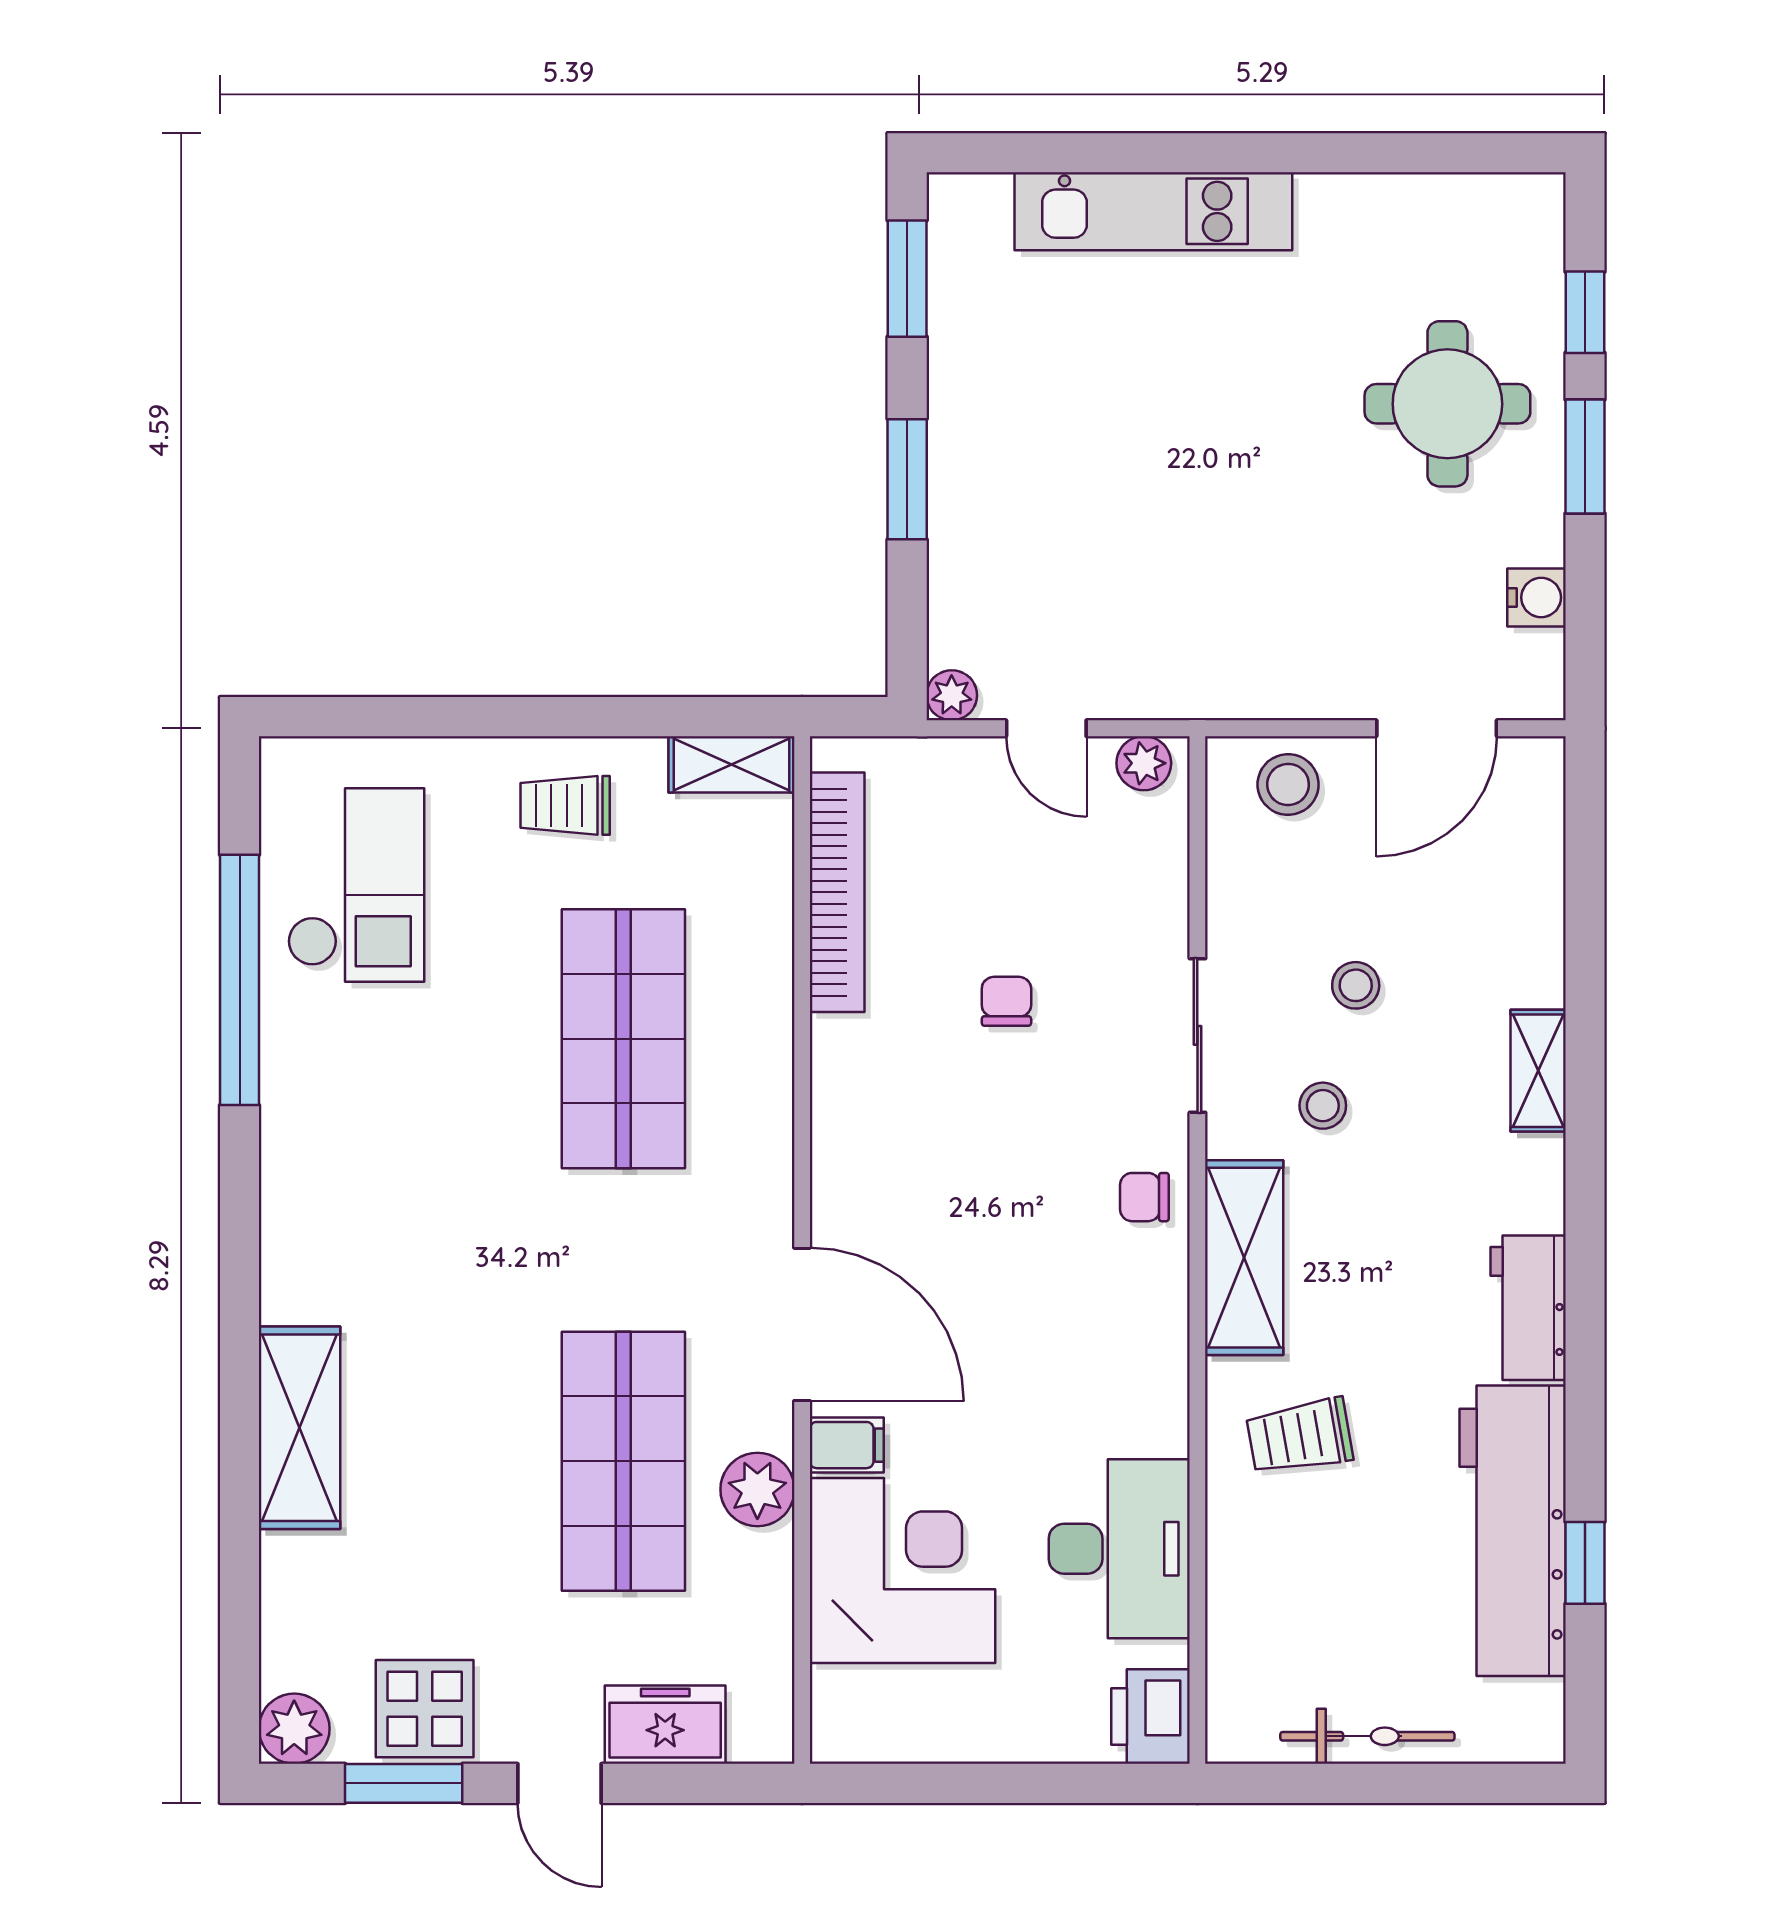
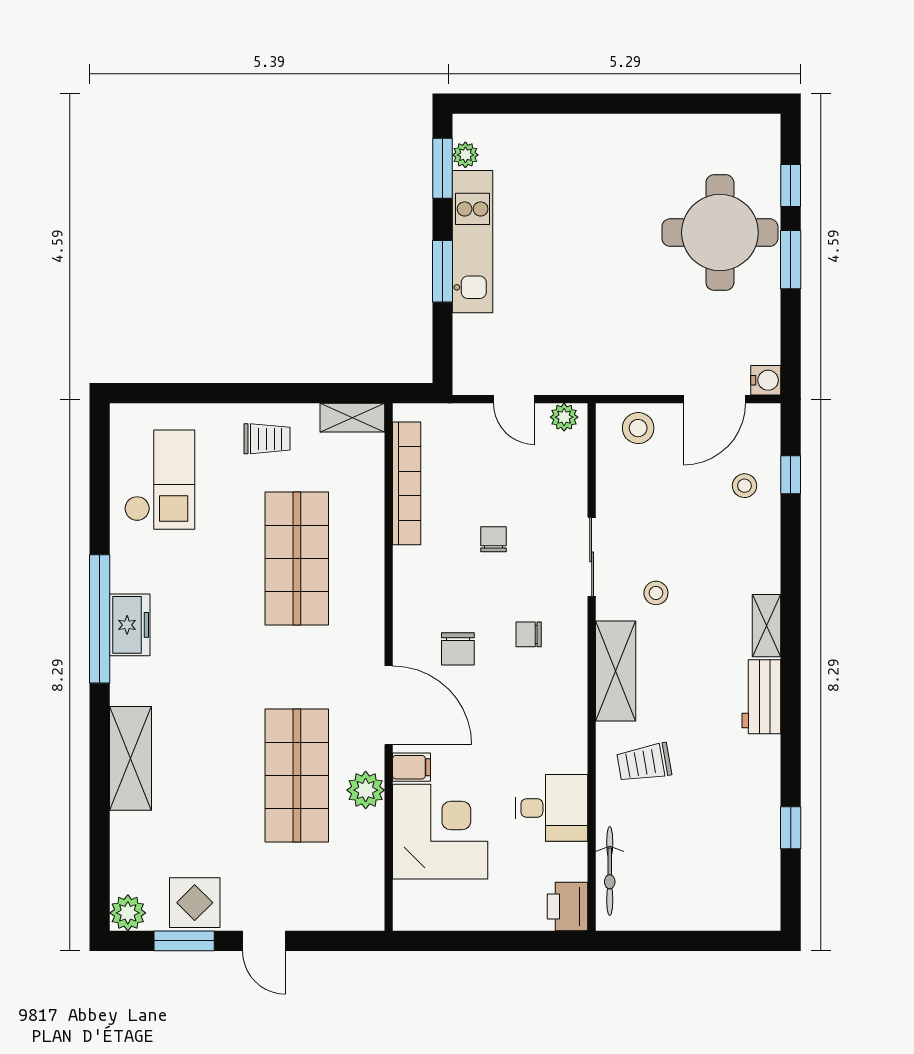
kitchen unit: (1153, 211) -> (473, 242), moved, turned -90
round table: (1447, 404) -> (720, 233), width x1.36, depth x1.36
water cooler: (1536, 597) -> (766, 380), moved
plant: (952, 695) -> (465, 155), moved
trolley: (565, 805) -> (267, 439), turned 180
window: (1585, 875) -> (791, 475), added
window: (240, 980) -> (100, 619), moved
stool: (1356, 985) -> (745, 486), moved
shelving: (1538, 1071) -> (767, 626), moved
chair: (1144, 1197) -> (529, 634), moved
chair: (937, 1215) -> (458, 649), added
workbench: (1513, 1531) -> (753, 811), removed
desk: (1119, 1549) -> (551, 808), width x0.73
freezer: (665, 1725) -> (130, 625), moved, turned 90
bicycle: (1367, 1736) -> (610, 871), moved, turned 90

